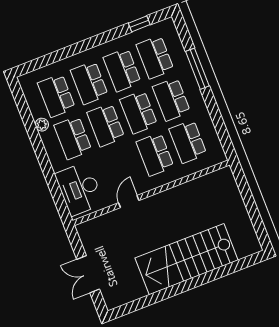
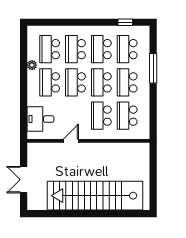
desk: (79, 189) -> (40, 119), width x0.73
stairs: (187, 259) -> (95, 196), width x1.36

